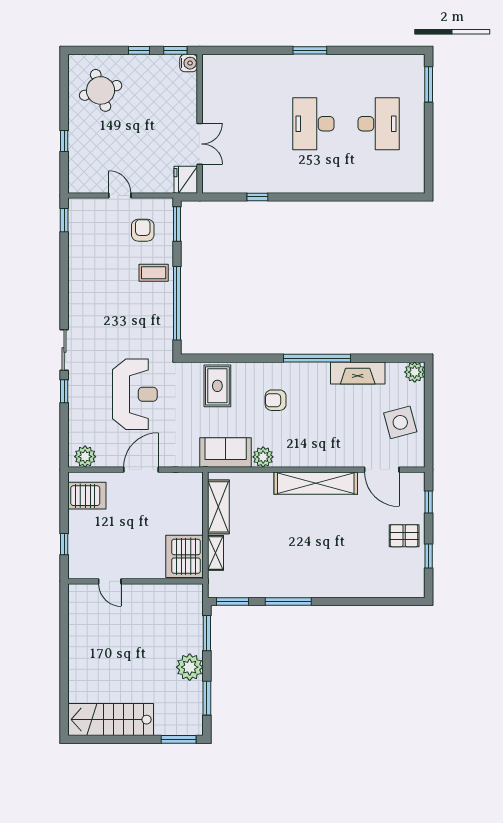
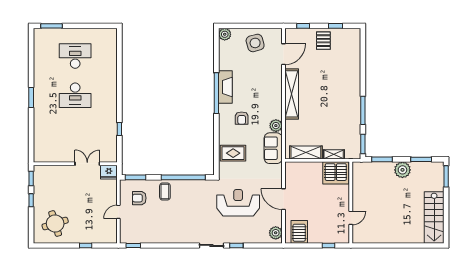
water cooler: (189, 63) -> (39, 170), removed
fireplace: (358, 373) -> (225, 87), moved

